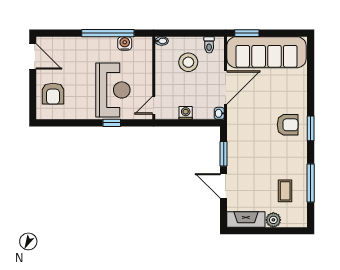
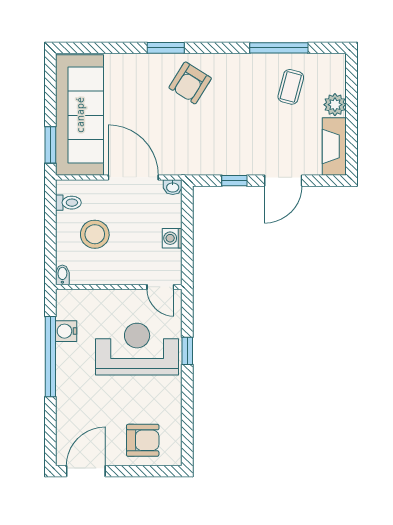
armchair: (288, 125) -> (190, 83), turned -148
window: (311, 128) -> (166, 48), moved
window: (224, 154) -> (234, 181), width x0.67
coffee table: (285, 191) -> (291, 87), turned -75

